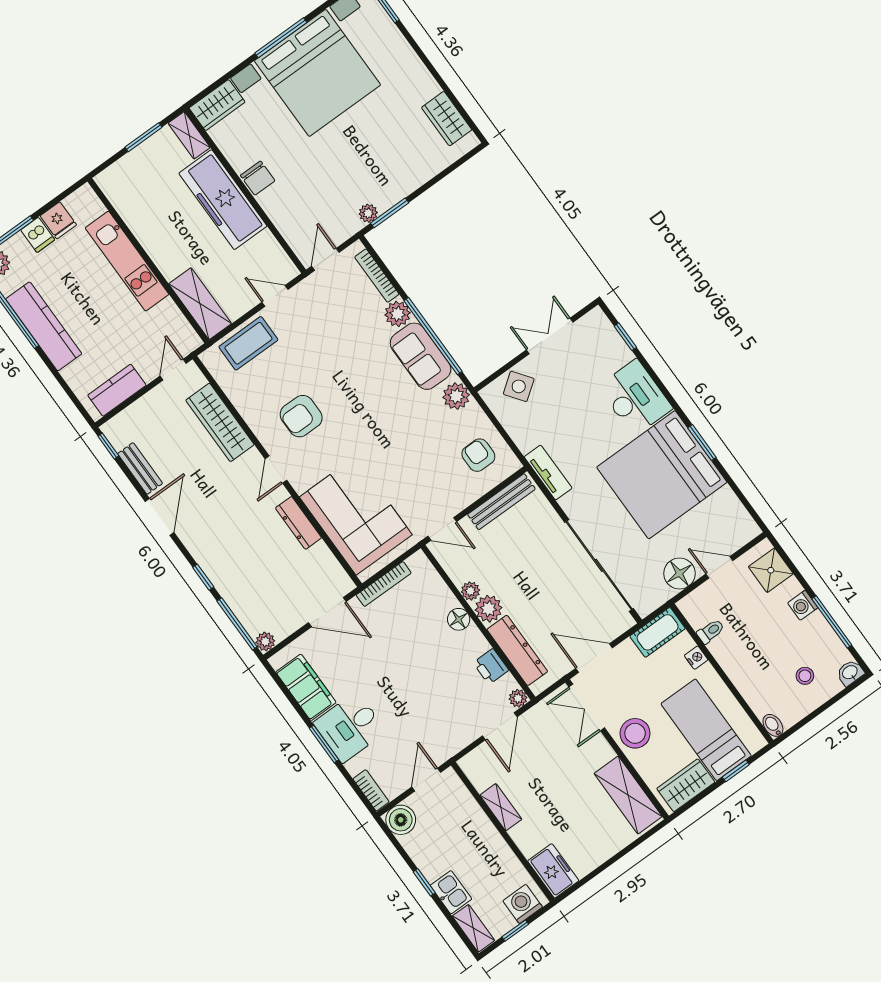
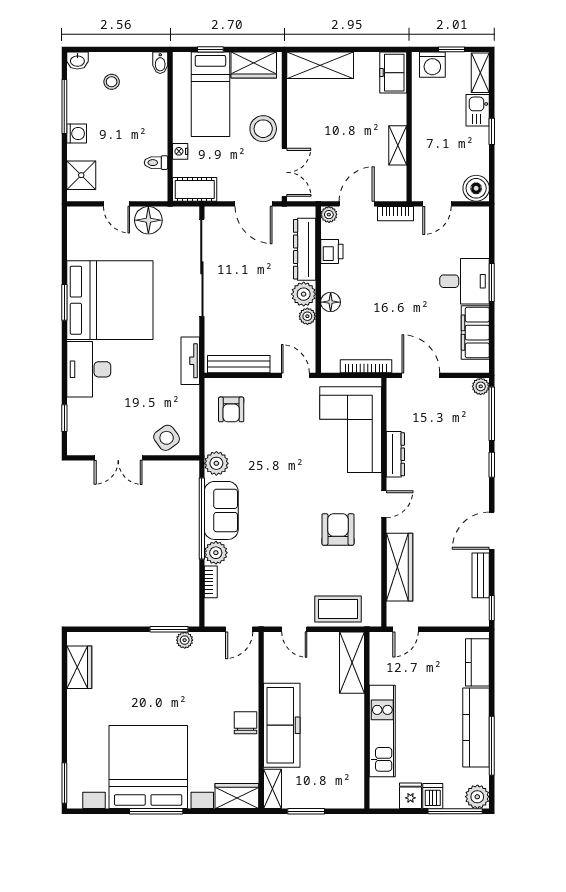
bookcase: (377, 276) -> (211, 582), width x0.64
kitchen counter: (117, 390) -> (477, 662), moved, turned 90
armchair: (301, 416) -> (338, 529), turned -90
bookcase: (371, 790) -> (396, 214), moved, turned -90
shelving: (628, 795) -> (320, 65), moved, turned 90

